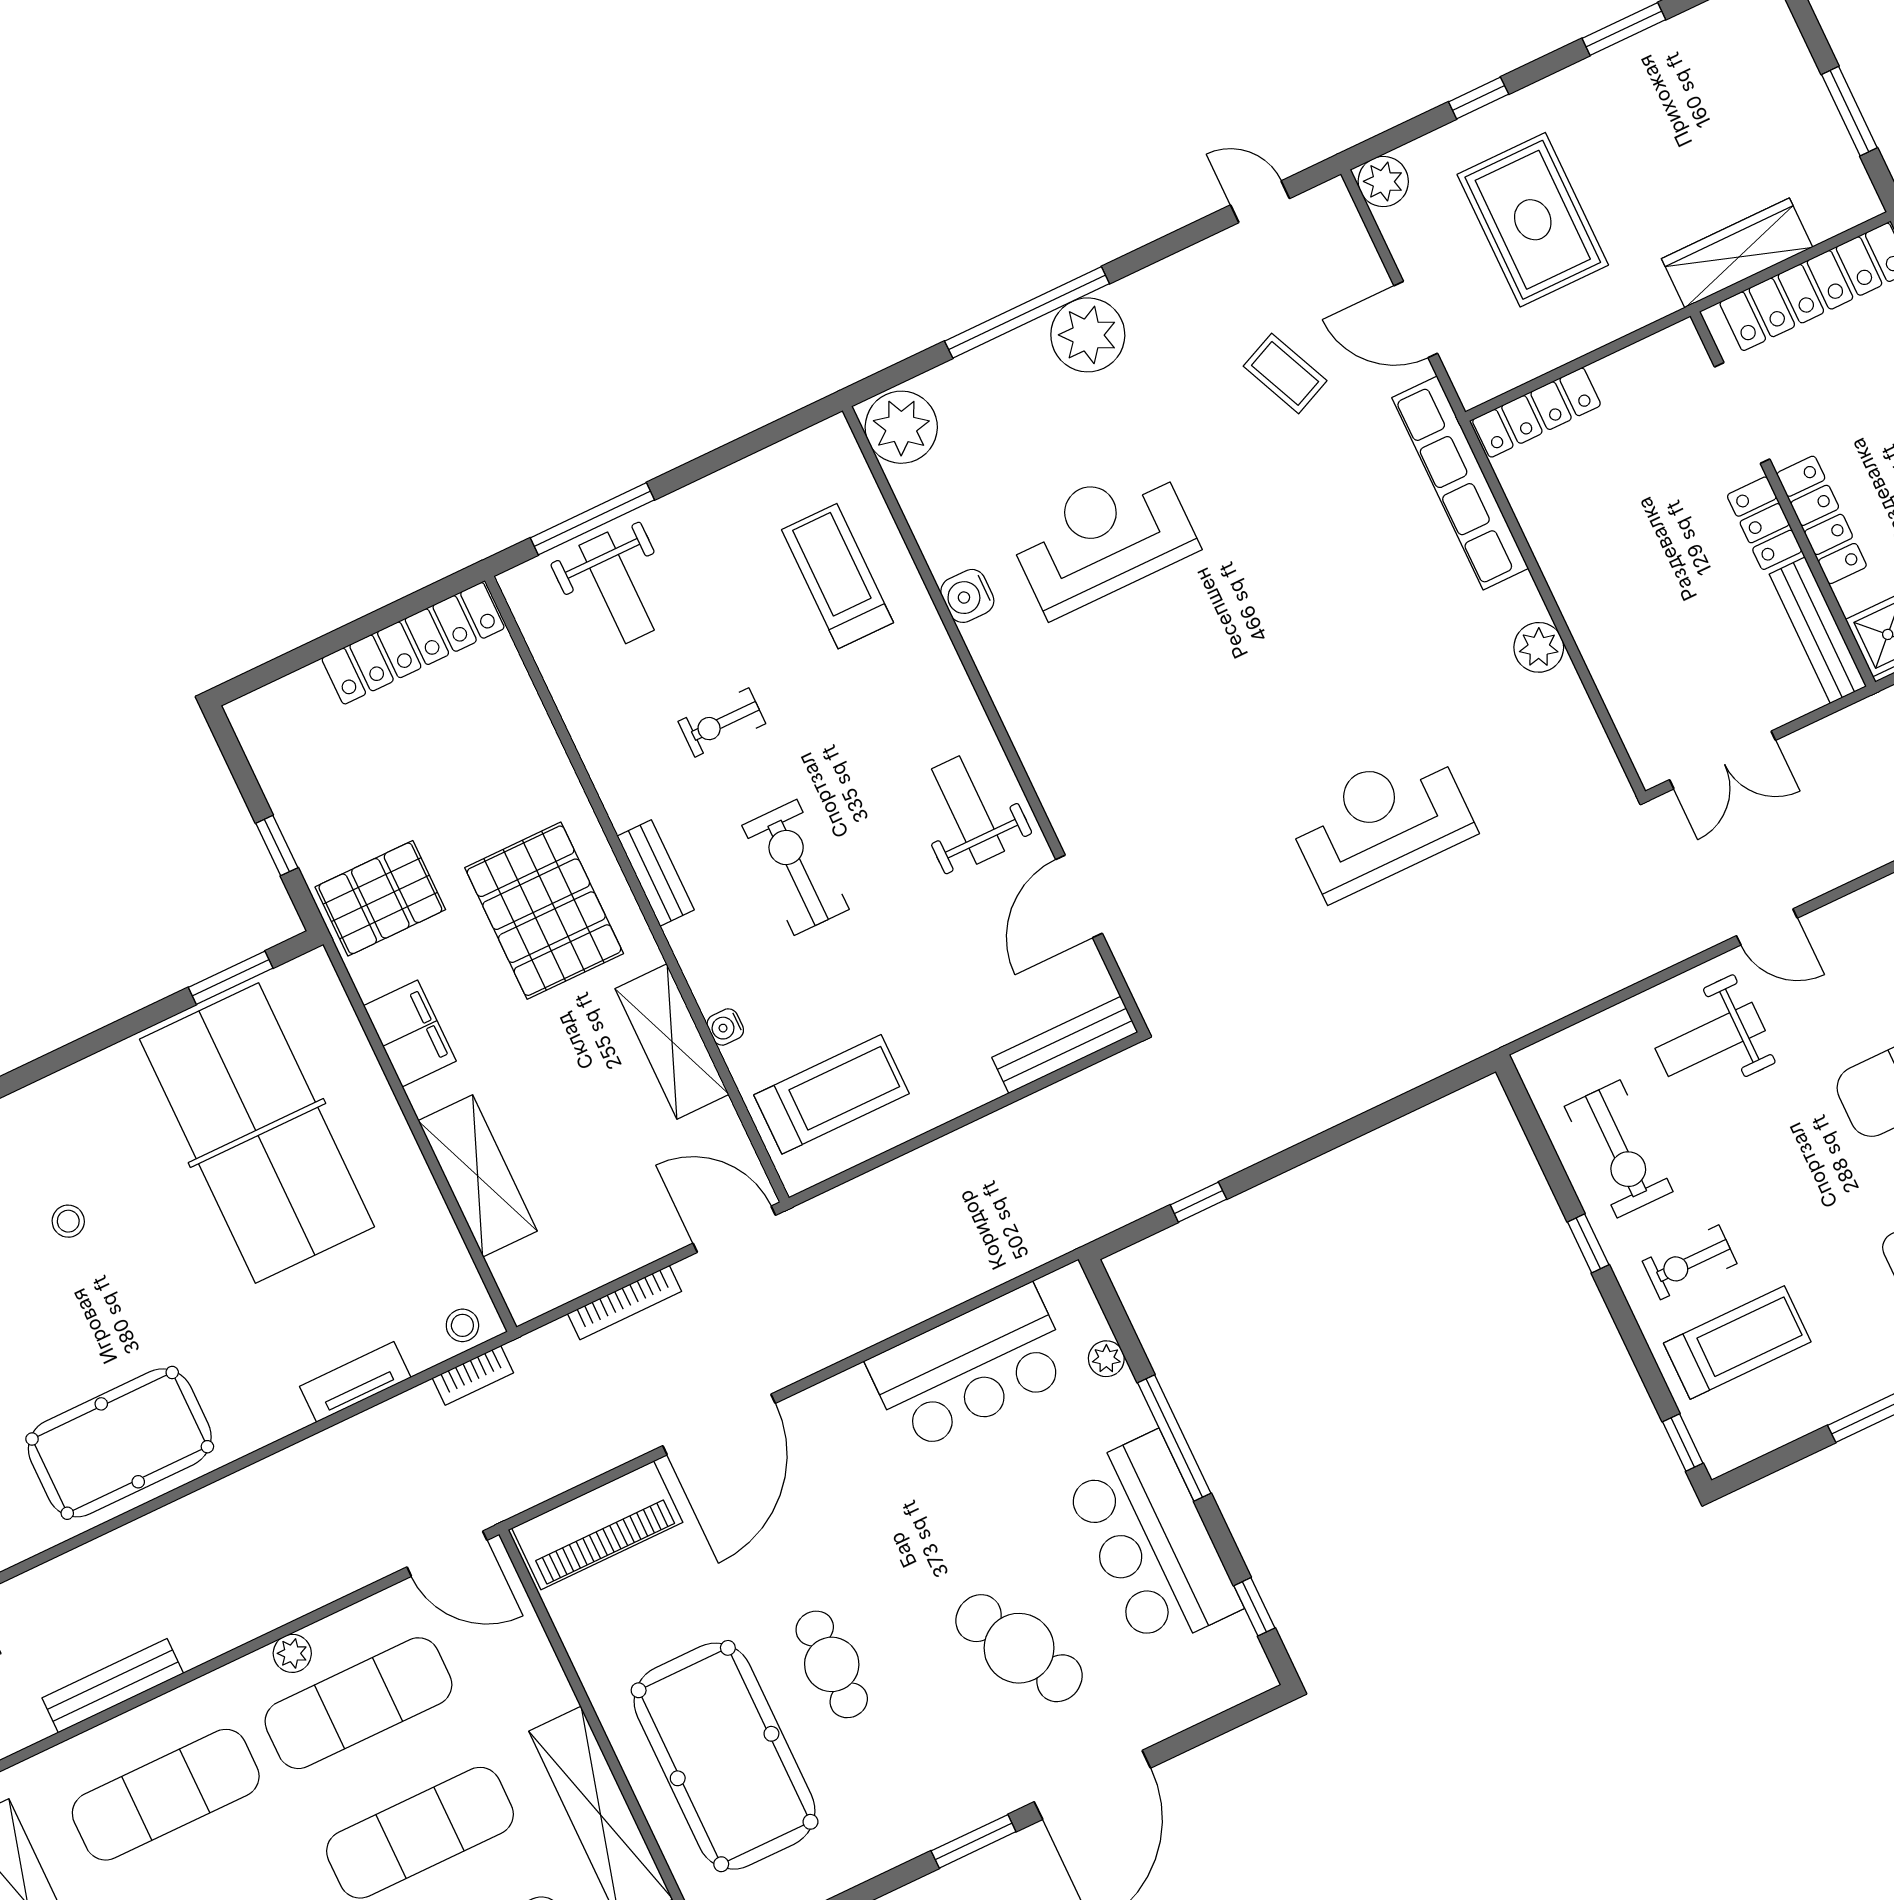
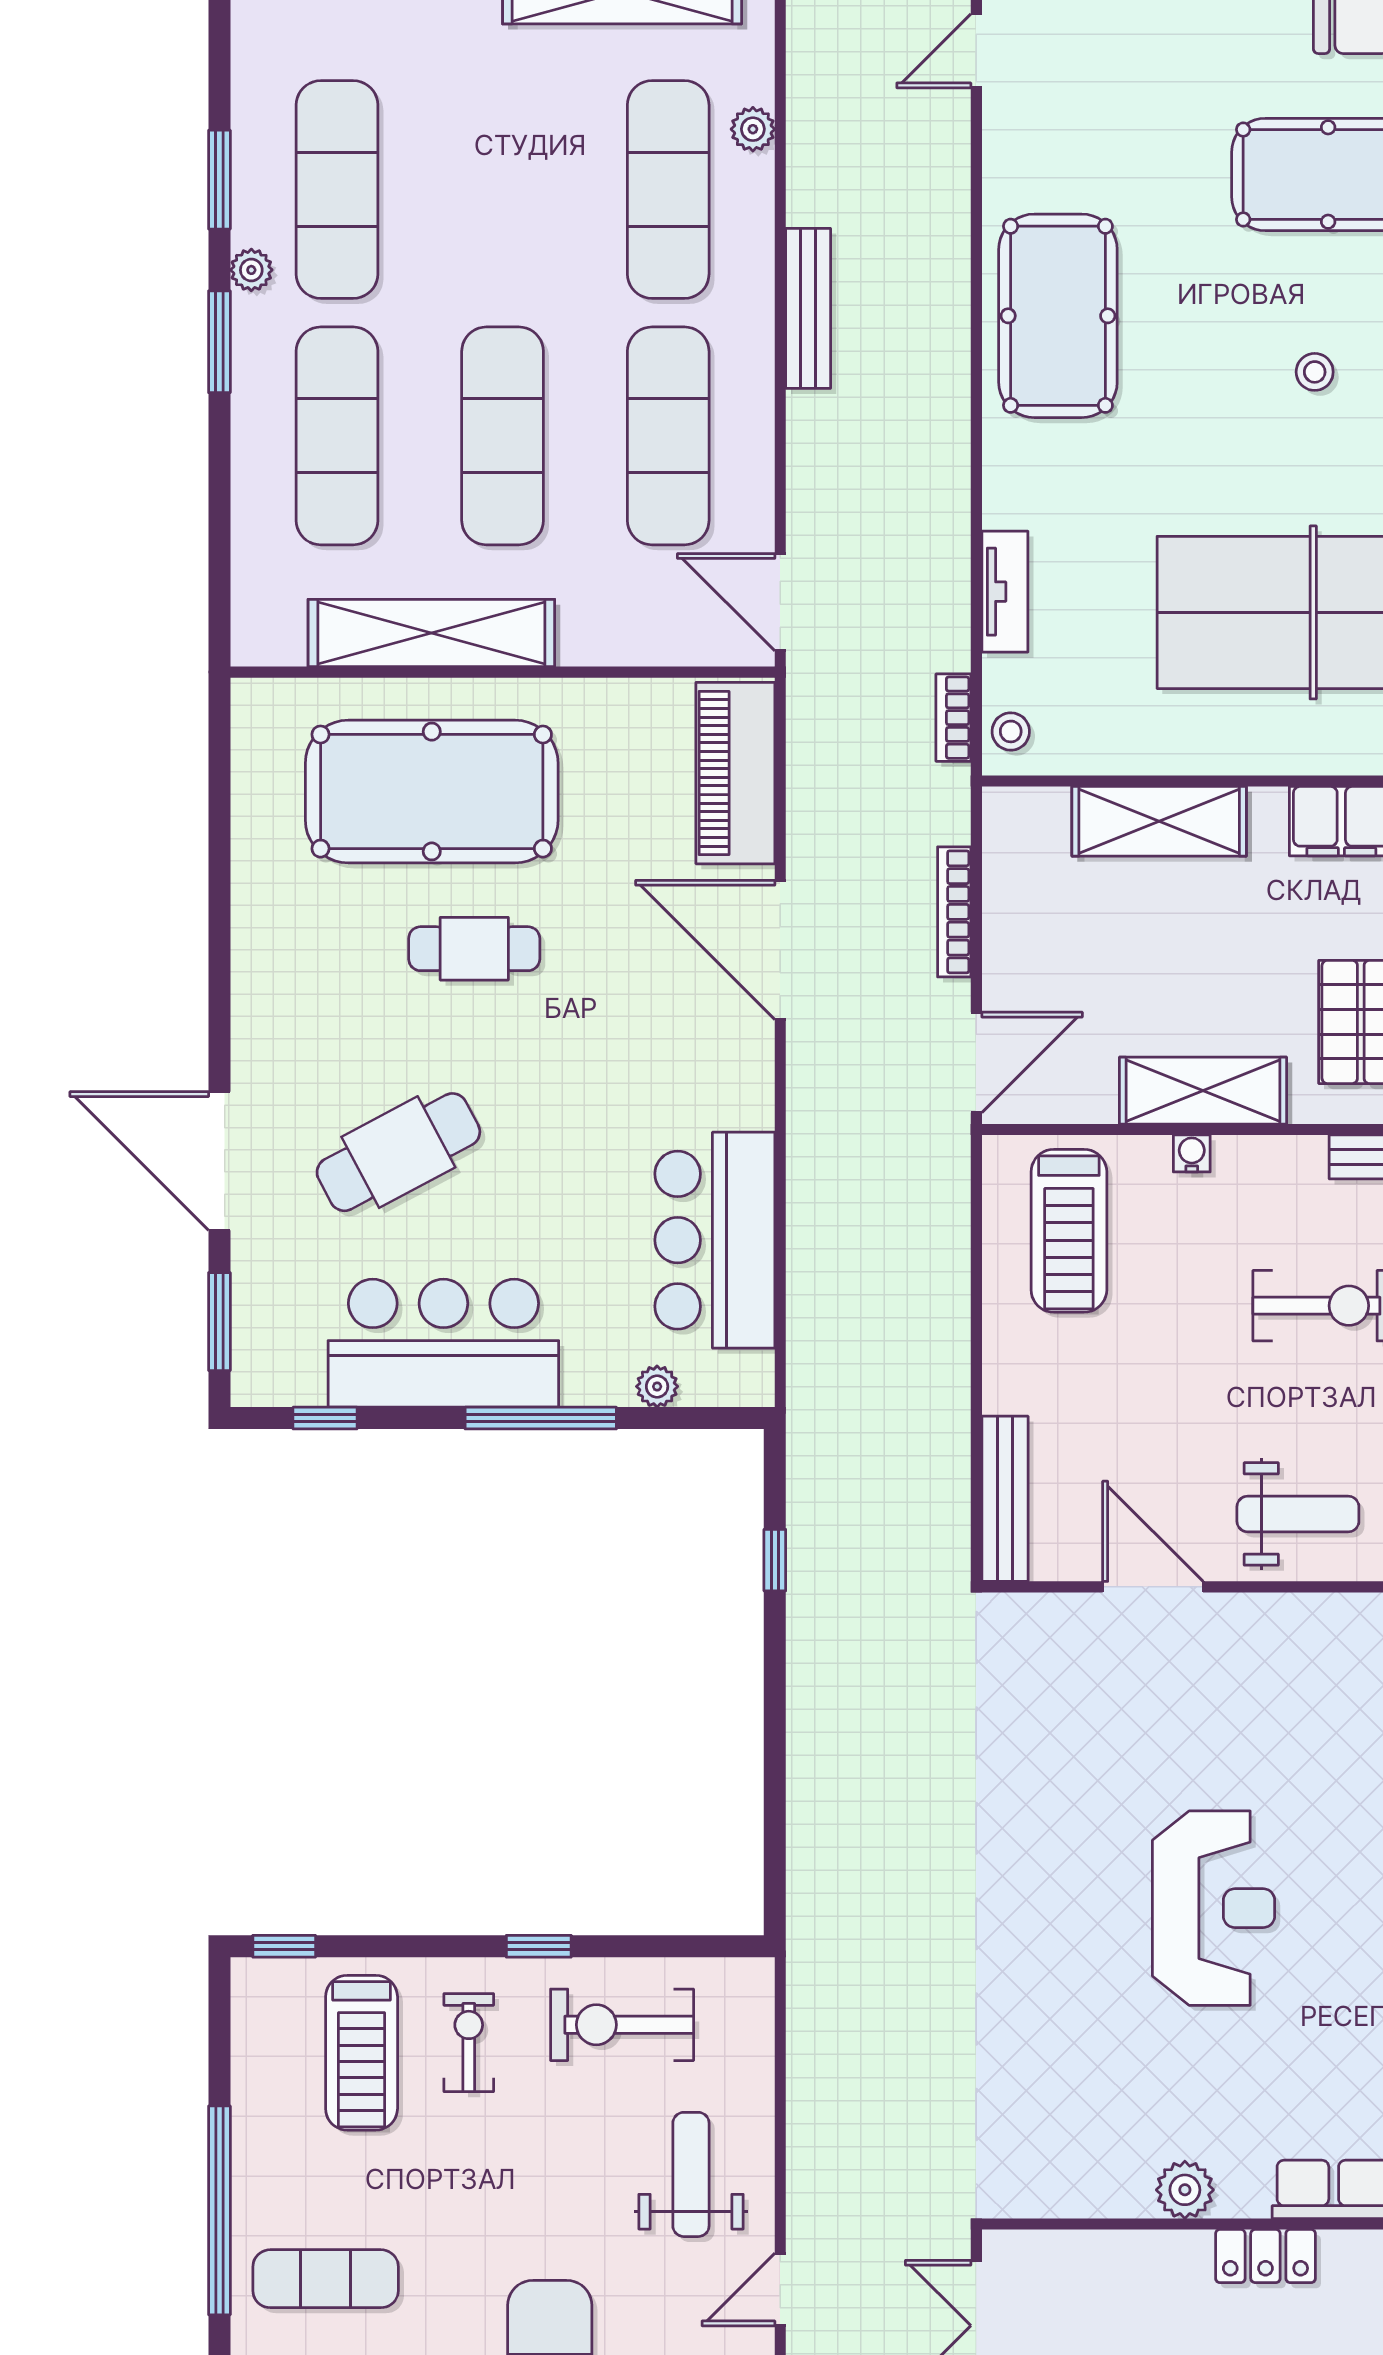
locker: (1561, 560) -> (1265, 2256), added
reception desk: (1381, 822) -> (1214, 1908), moved
door: (447, 1554) -> (780, 602), hinge flipped
plant: (292, 1653) -> (753, 129), moved
bench: (113, 1686) -> (808, 308), moved
window: (974, 1841) -> (219, 1322), moved

